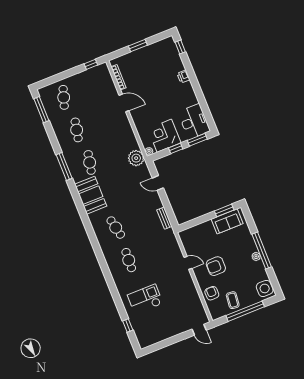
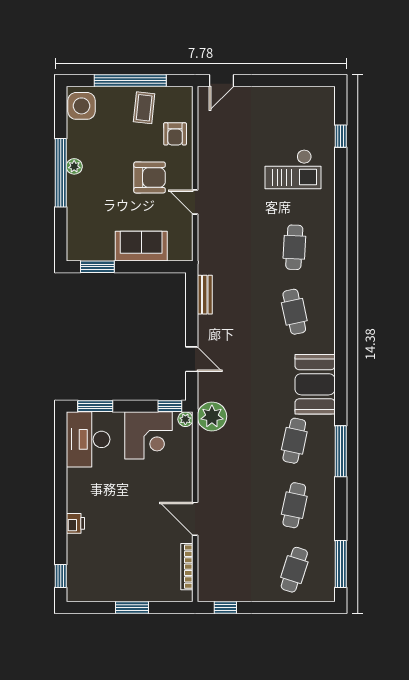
window: (176, 148) -> (170, 406), moved
sofa: (227, 221) -> (141, 246), moved
door: (199, 330) -> (222, 80), swing flipped

